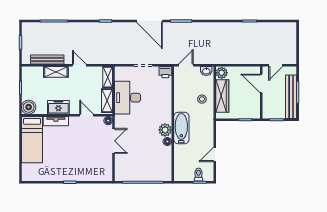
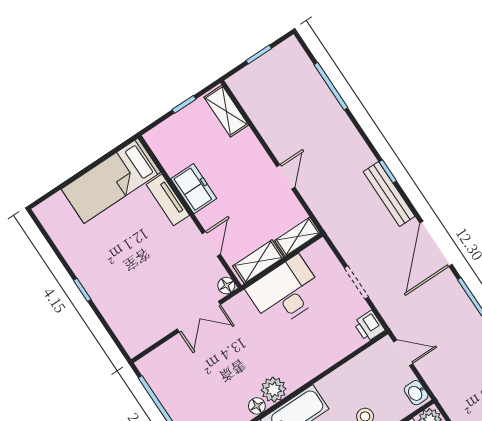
bench: (47, 59) -> (389, 194), moved
shelving: (56, 72) -> (226, 111), moved
boiler: (29, 107) -> (161, 139), removed

